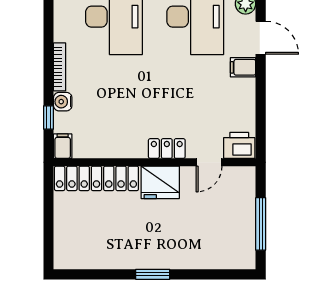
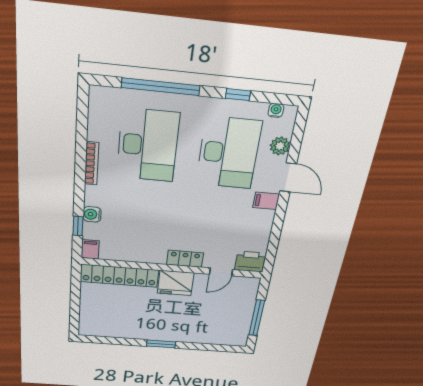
bookcase: (60, 67) -> (92, 163), moved

